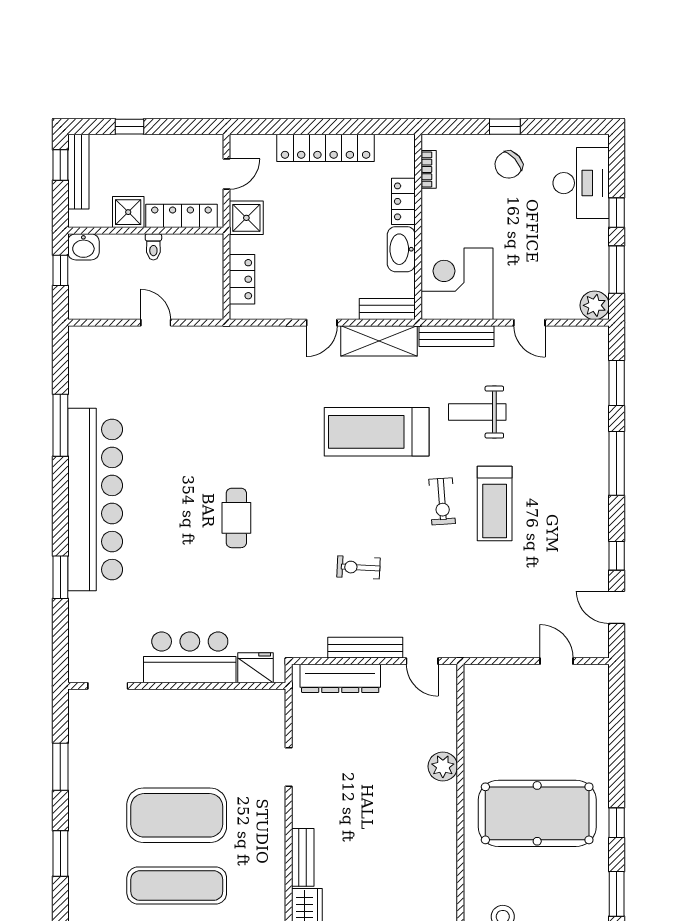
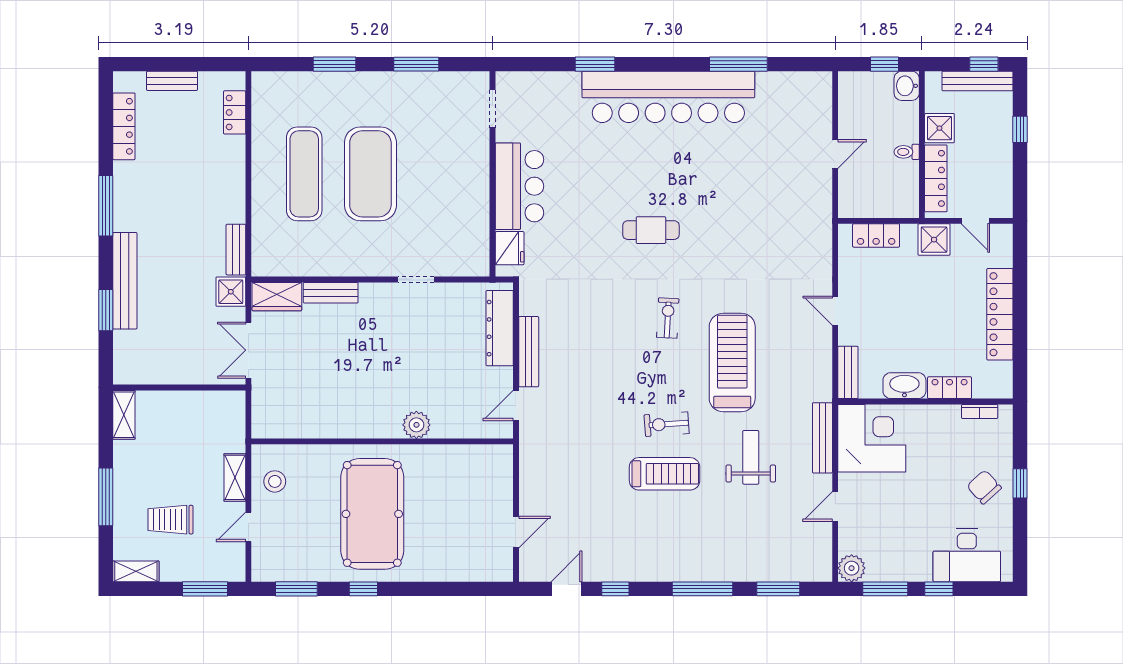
shelving: (379, 341) -> (818, 365), removed
treadmill: (495, 503) -> (665, 474), turned 180
exercise bike: (358, 567) -> (668, 318), moved

